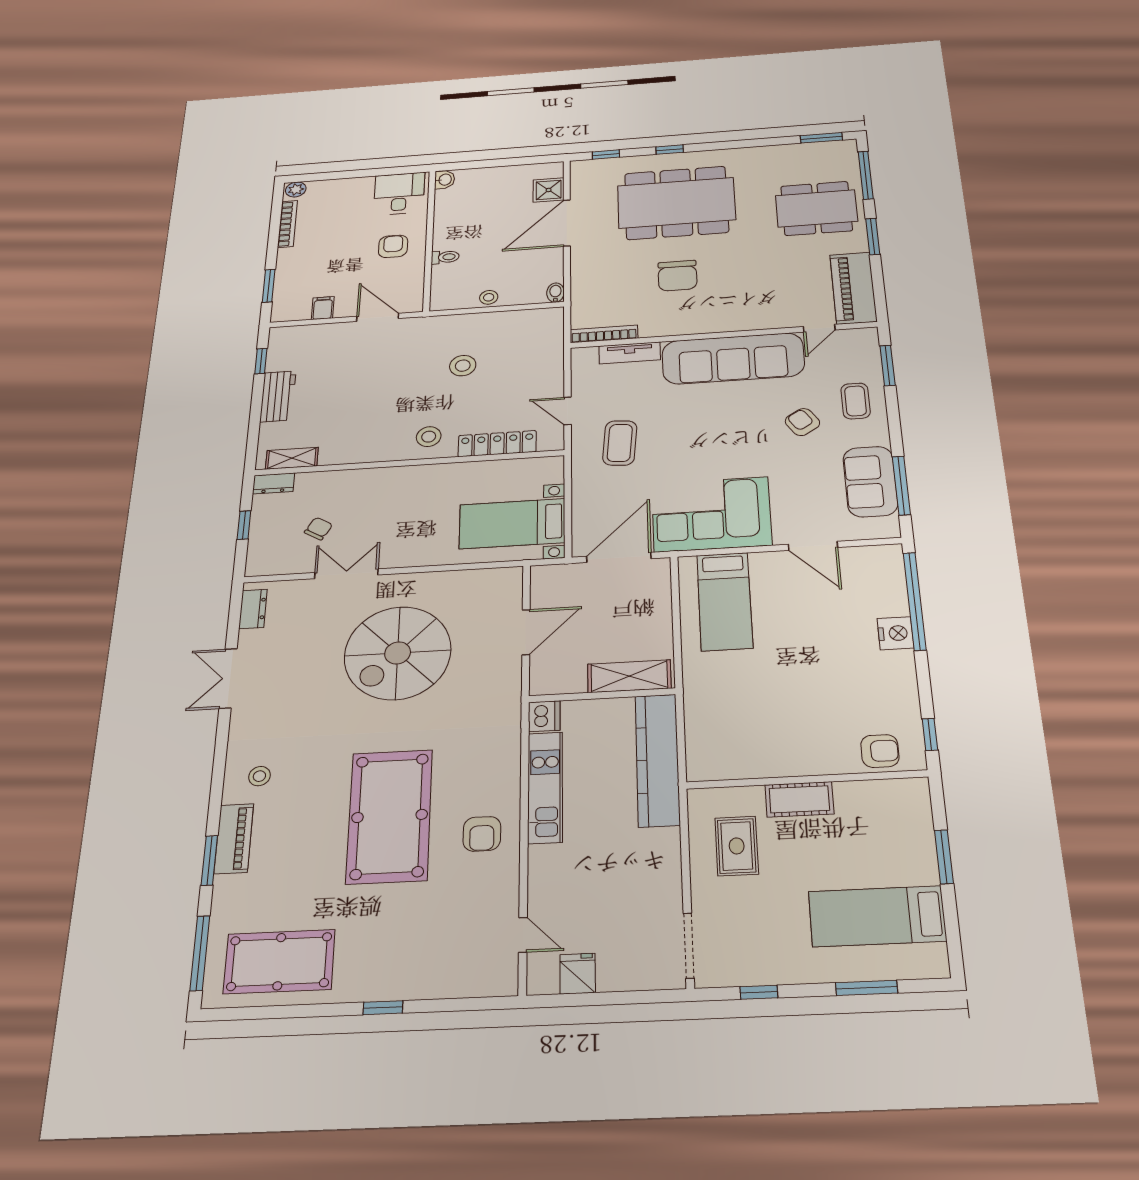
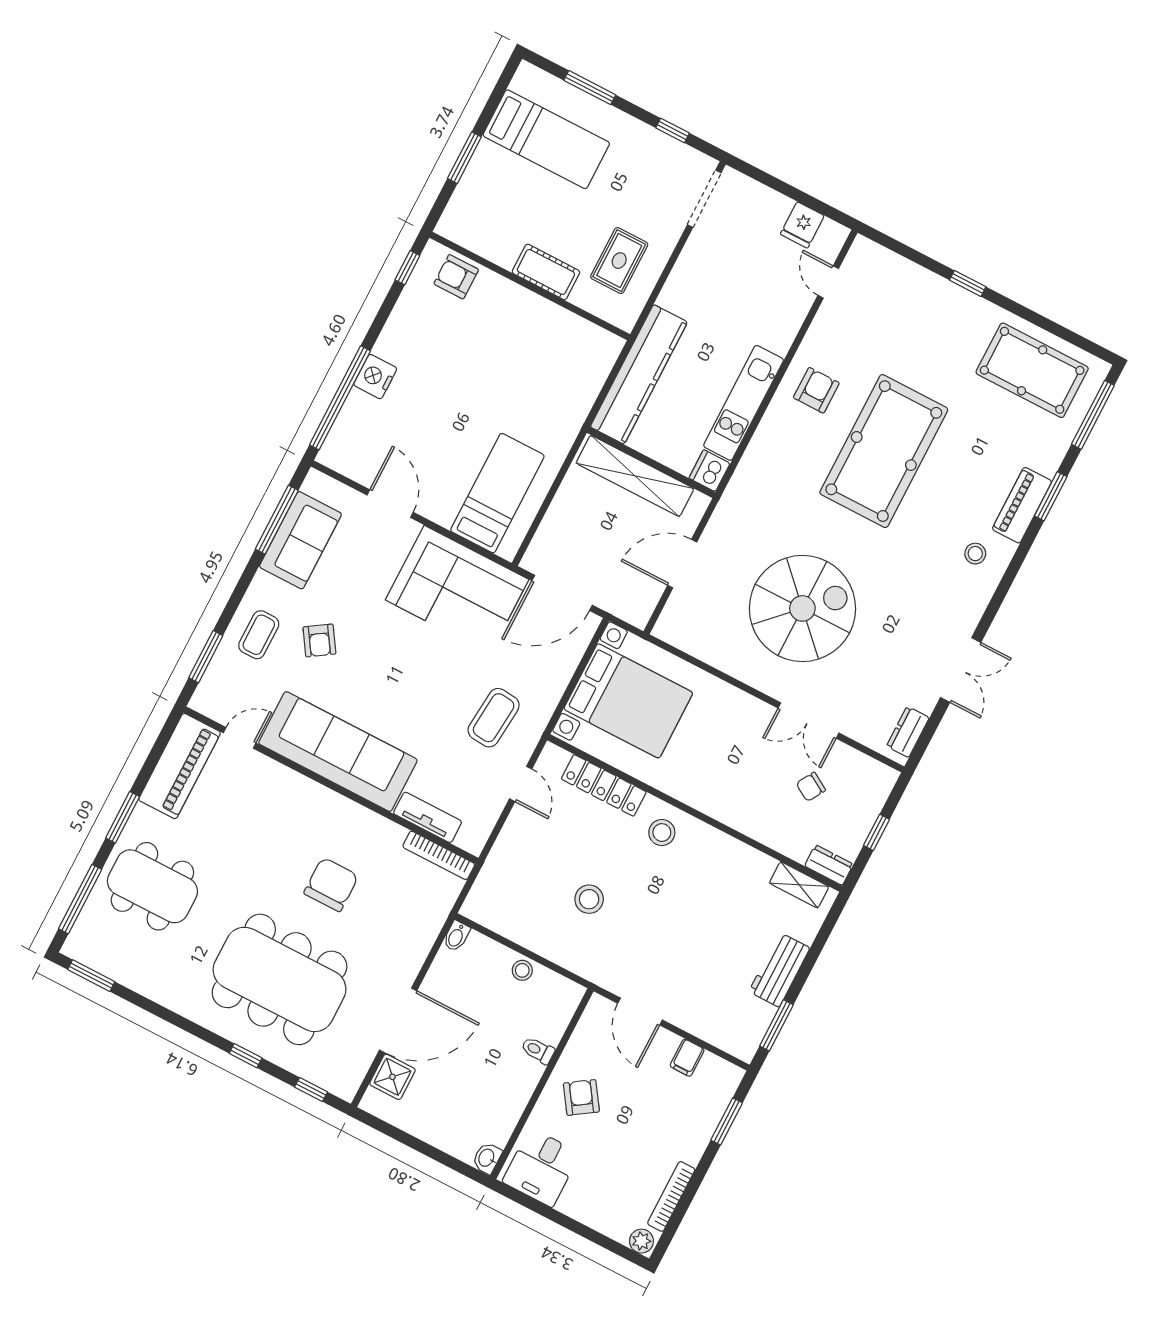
armchair: (393, 246) -> (581, 1097), turned 146
window: (261, 361) -> (776, 1025), width x1.50
bed with nightstands: (512, 524) -> (628, 701), width x1.36
shelving: (629, 676) -> (635, 476), width x1.47

